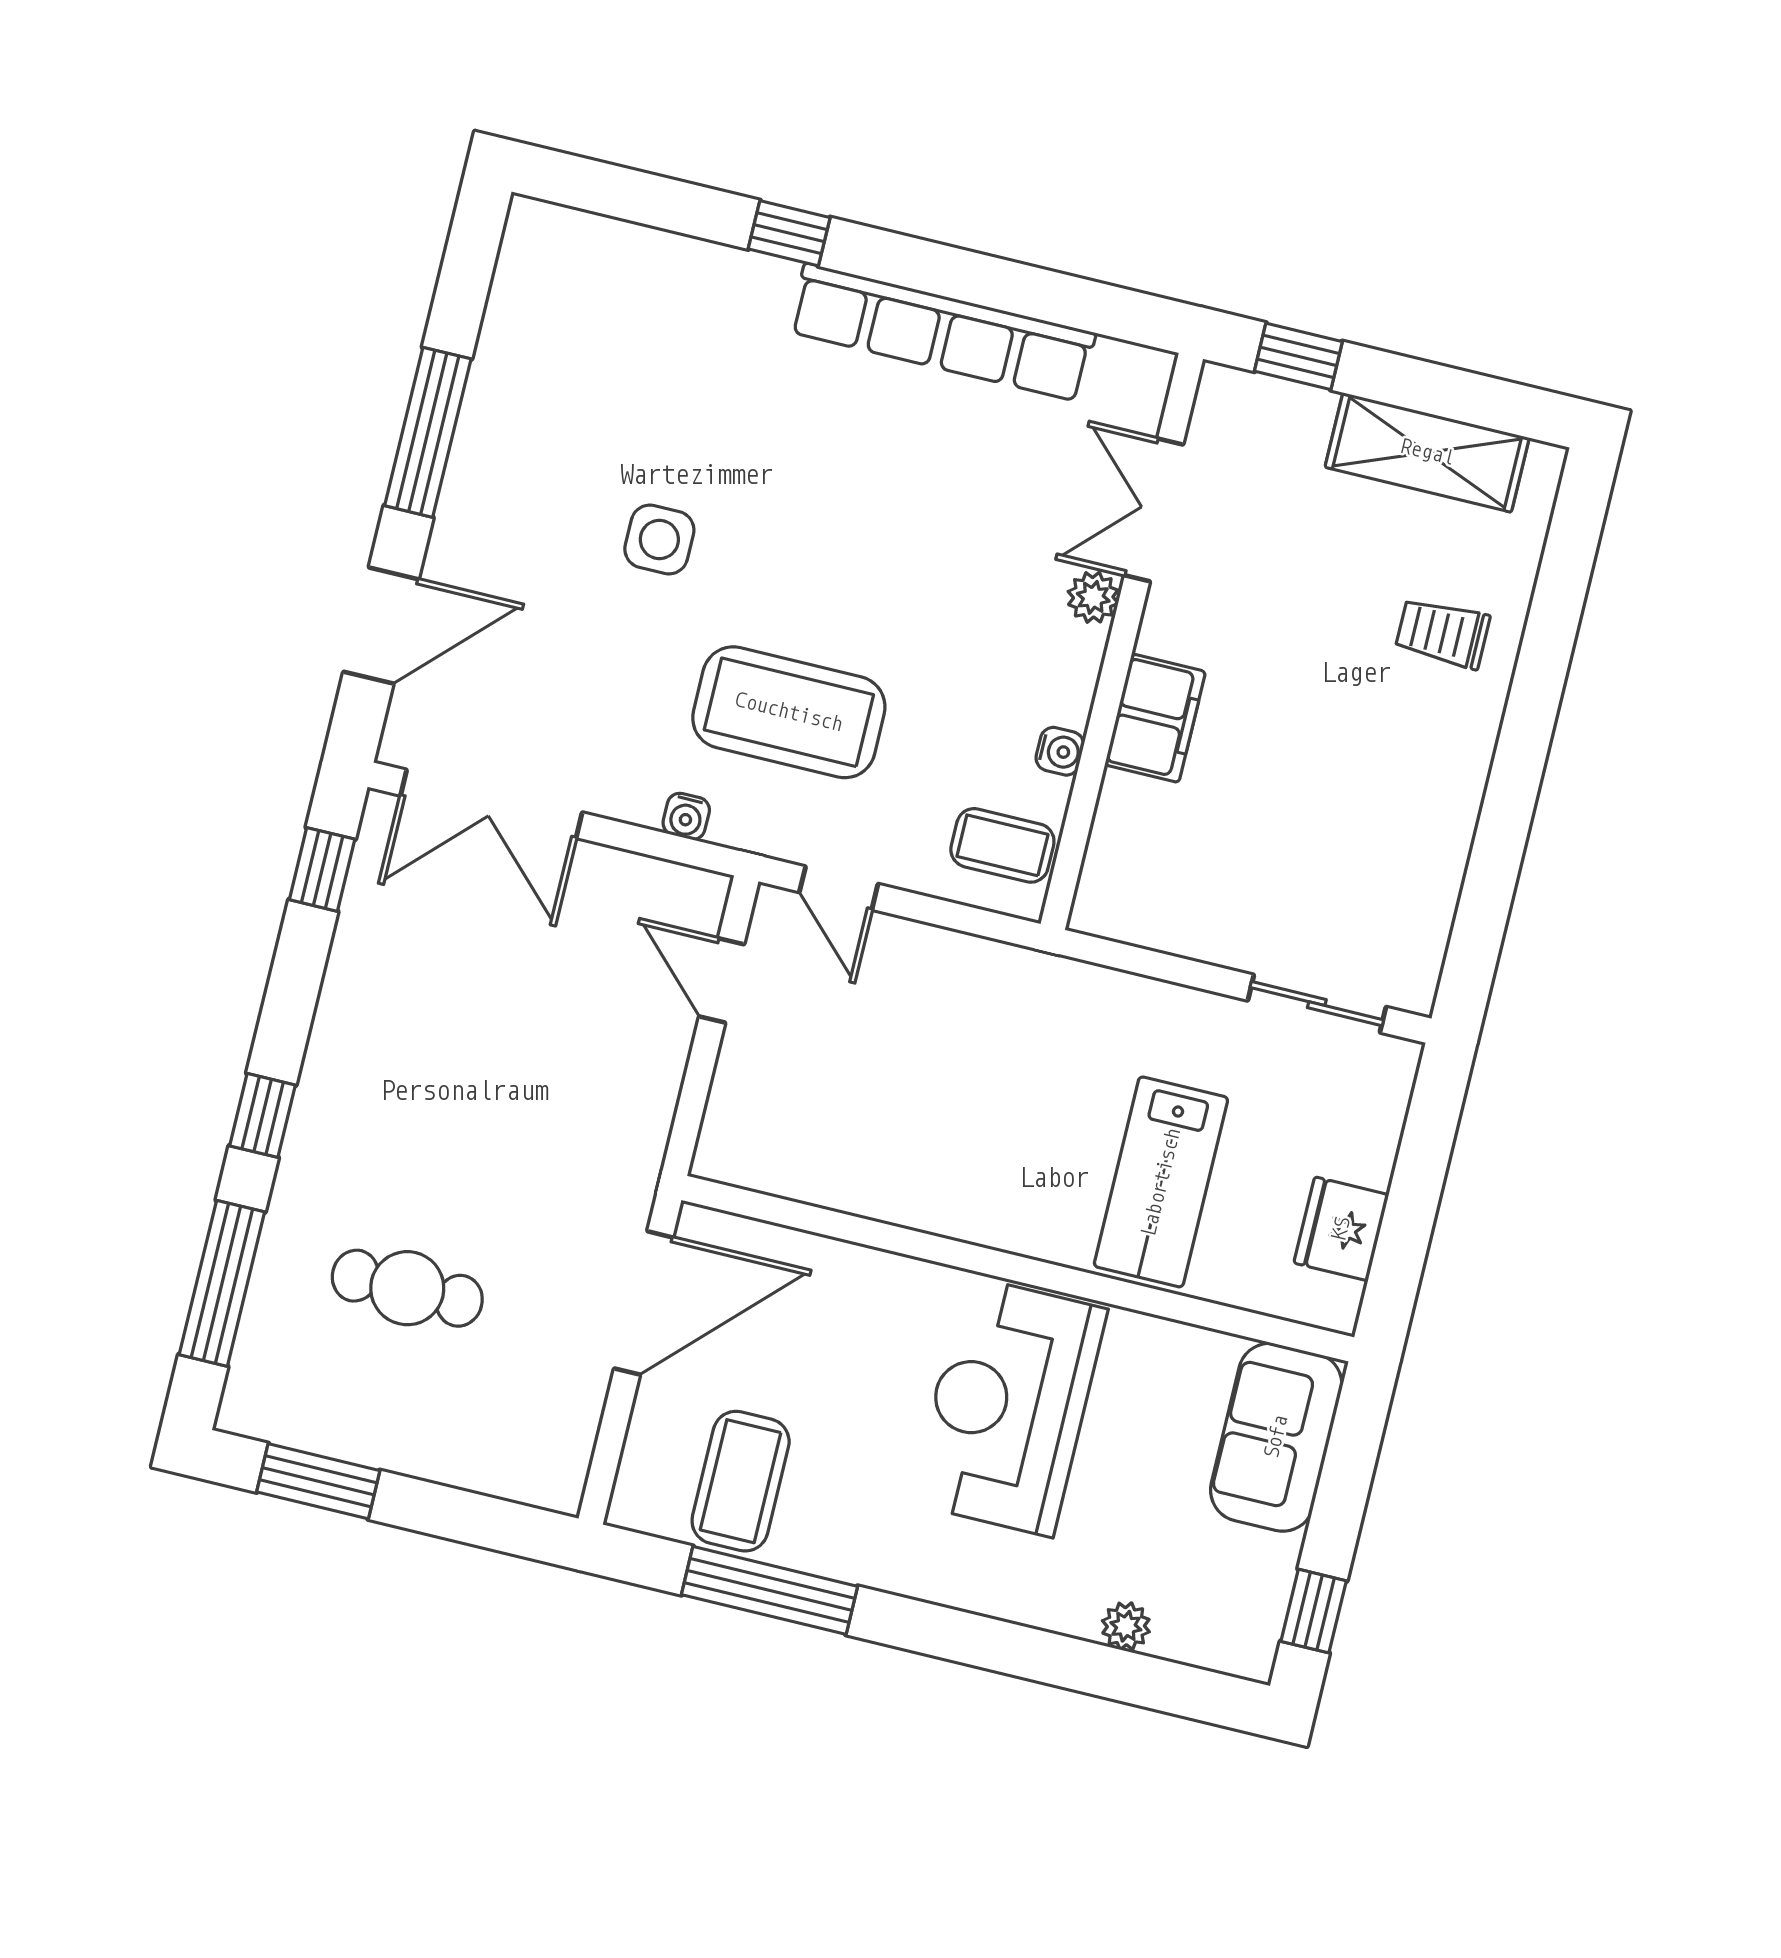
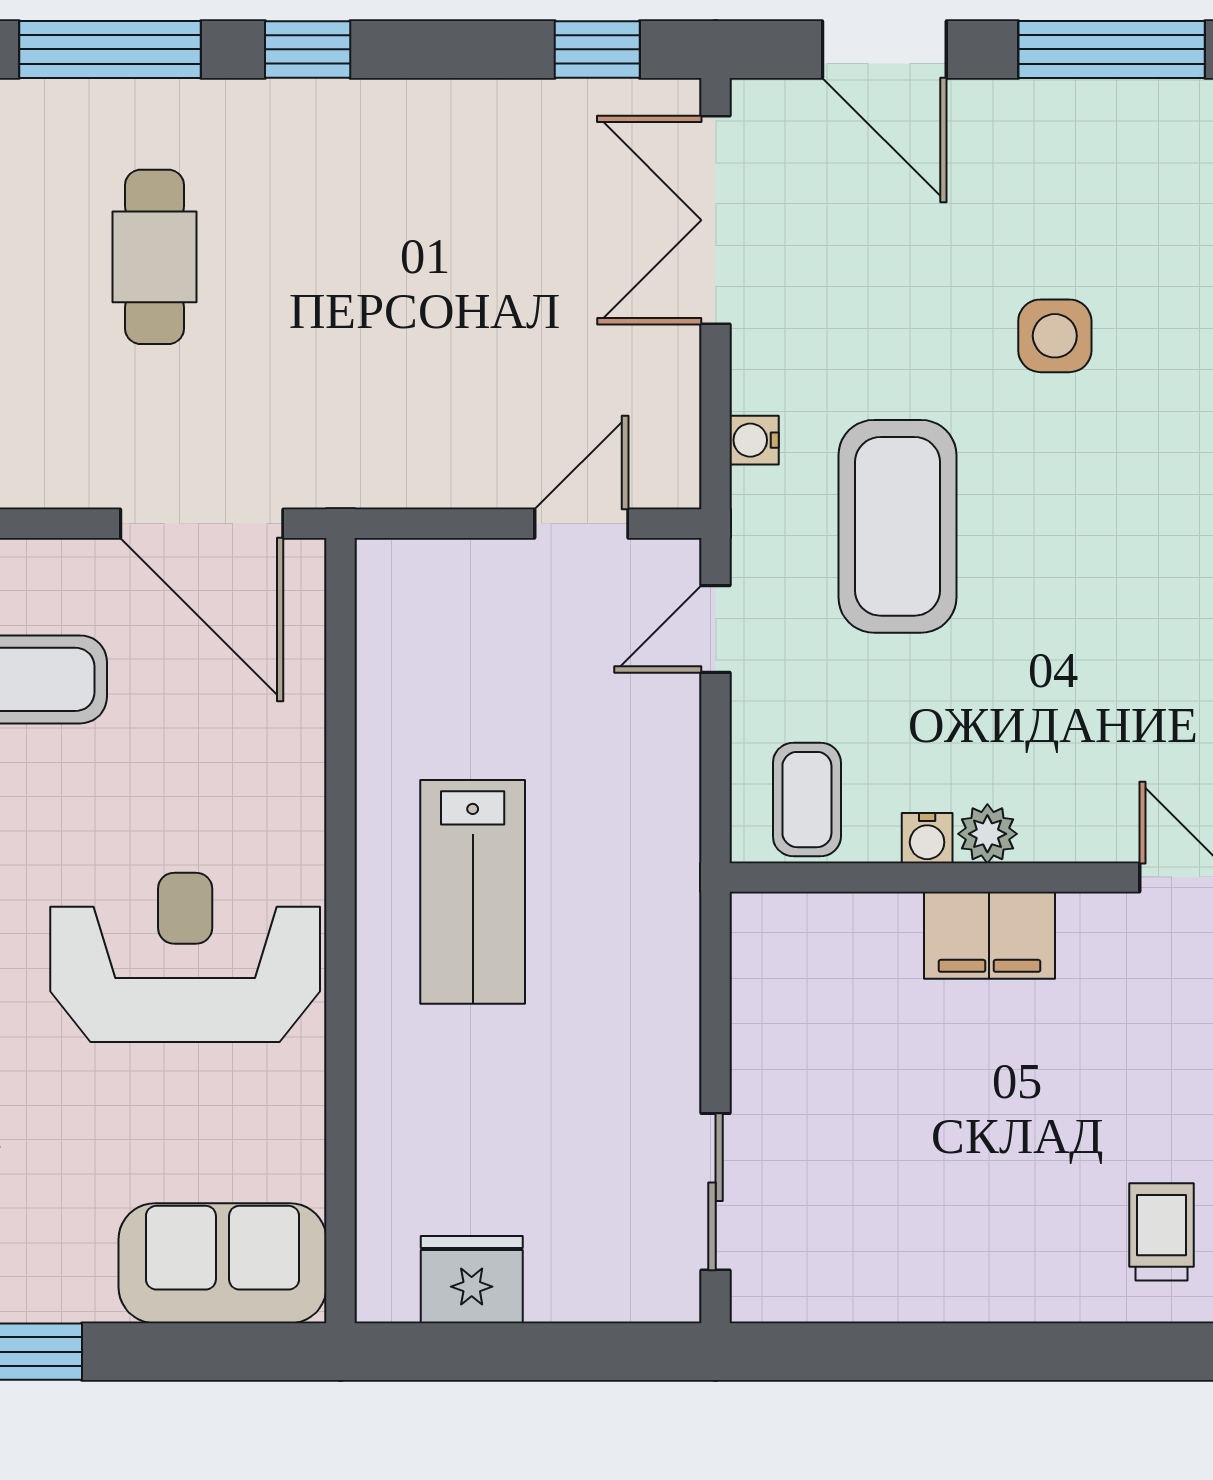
plant: (1093, 597) -> (987, 834), moved
lab bench: (1161, 1182) -> (473, 892), moved, turned -90

